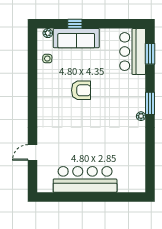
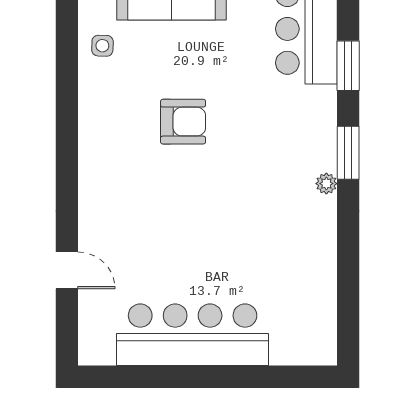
window: (150, 54) -> (348, 66), moved
door: (32, 152) -> (67, 270), swing flipped

